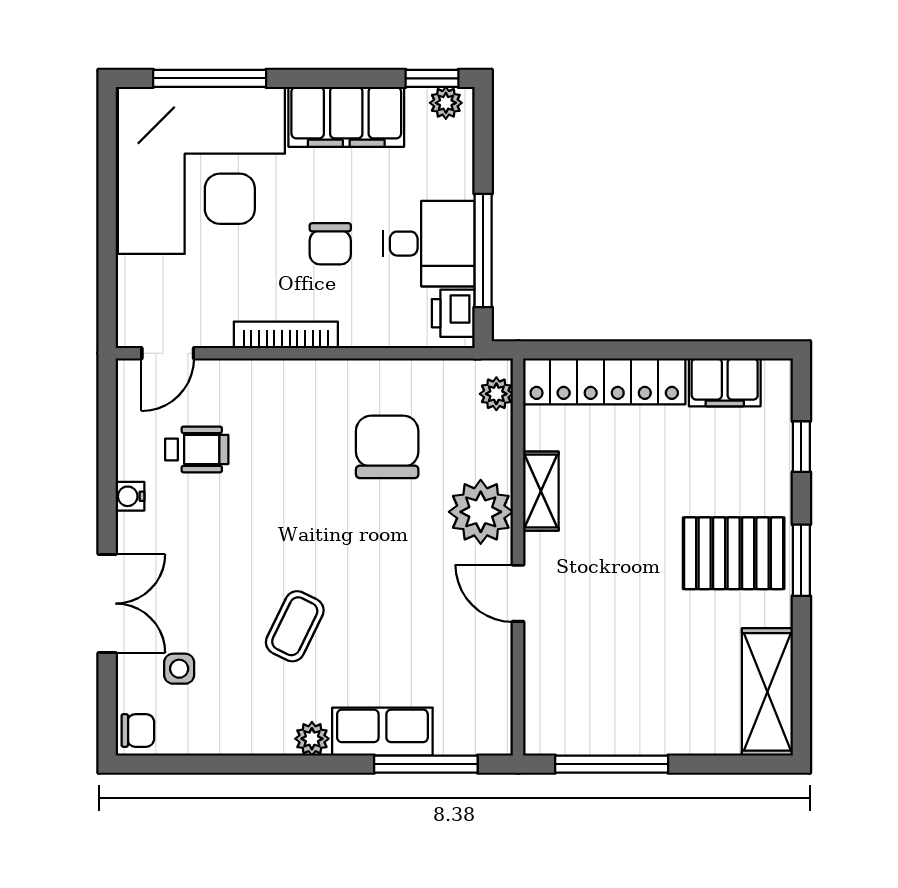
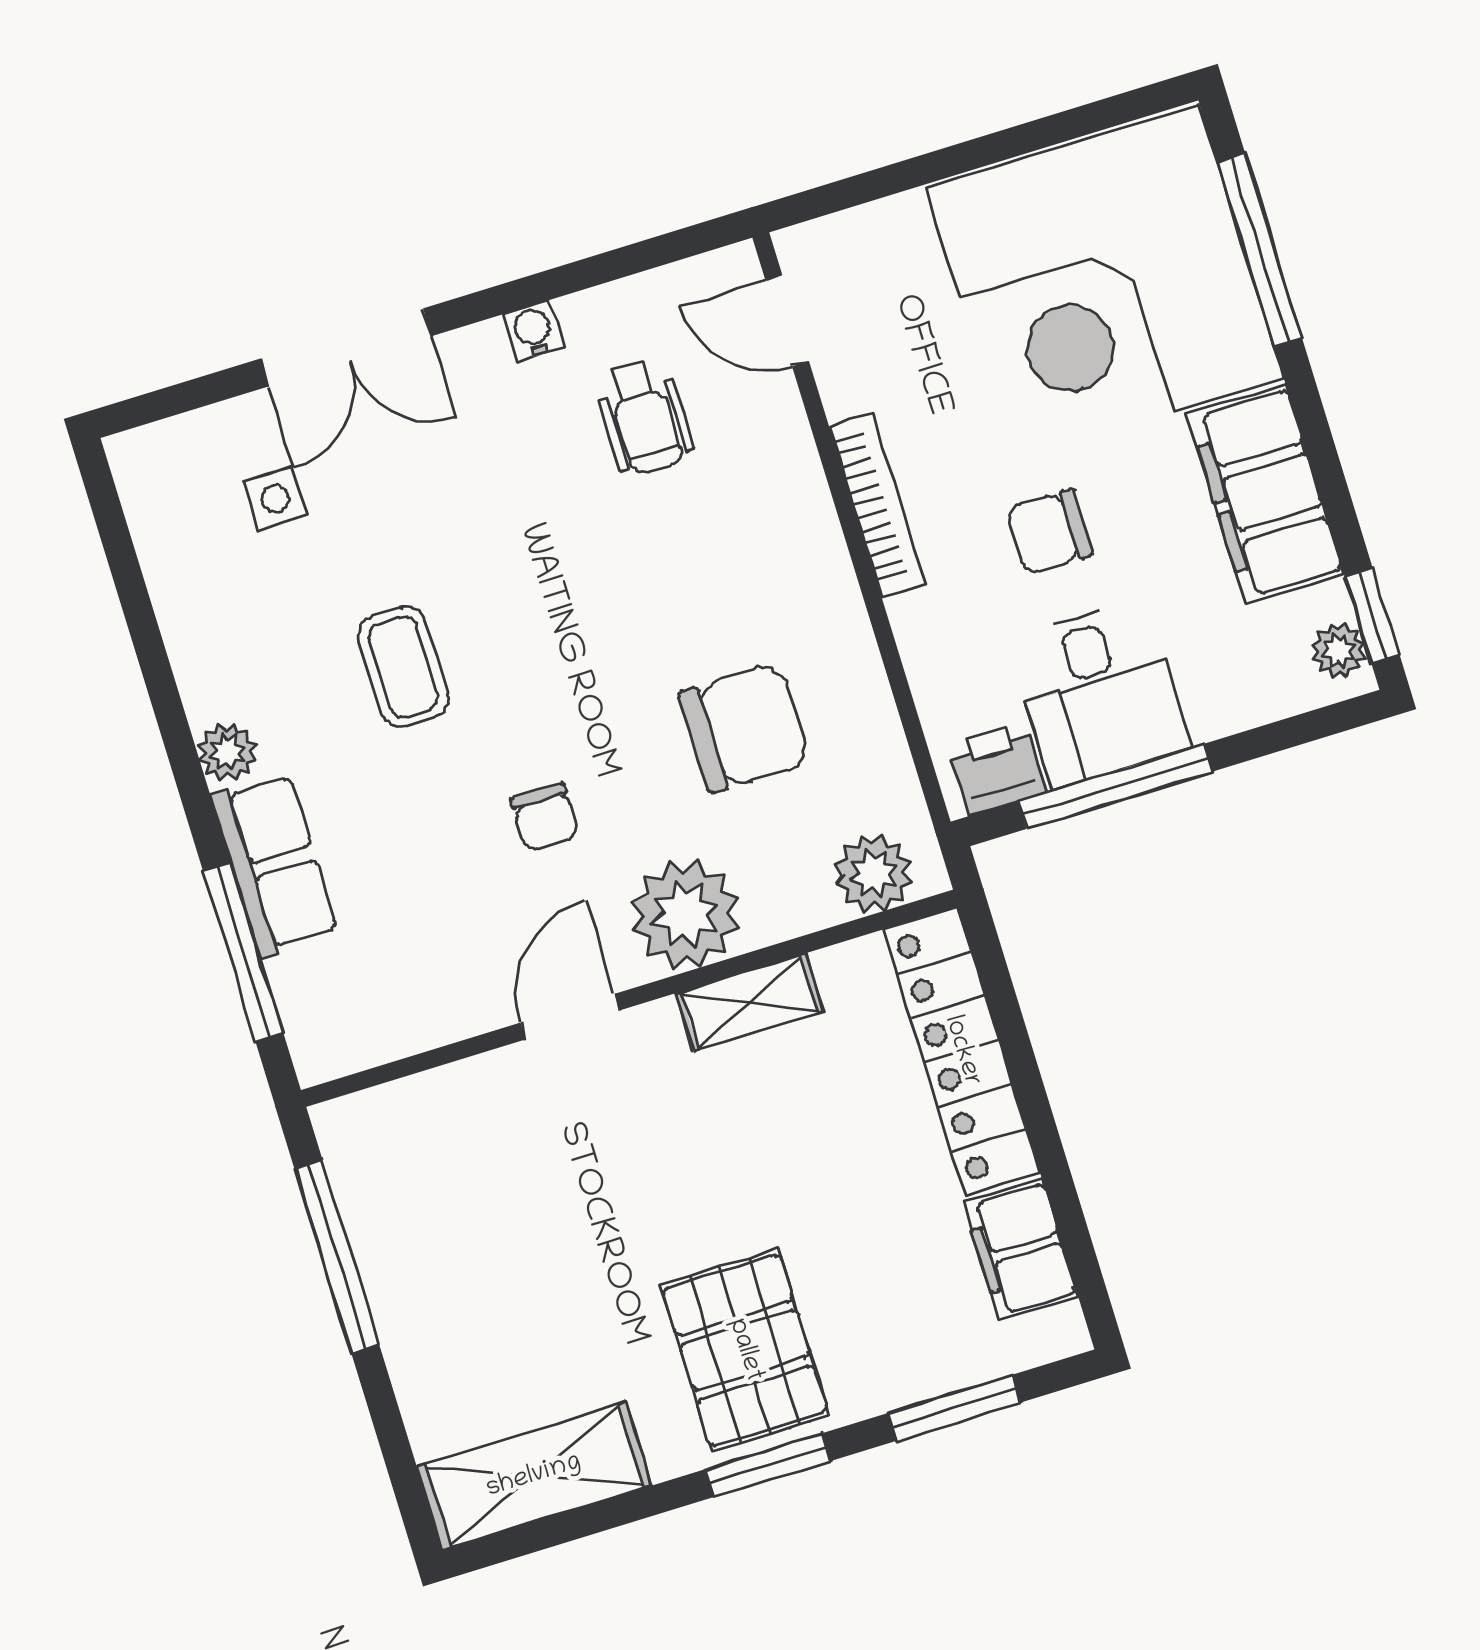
plant: (496, 394) -> (873, 873), width x1.38, depth x1.38
window: (801, 447) -> (954, 1408), width x1.50
coffee table: (295, 626) -> (403, 667), turned 64
chair: (138, 730) -> (545, 817), moved

